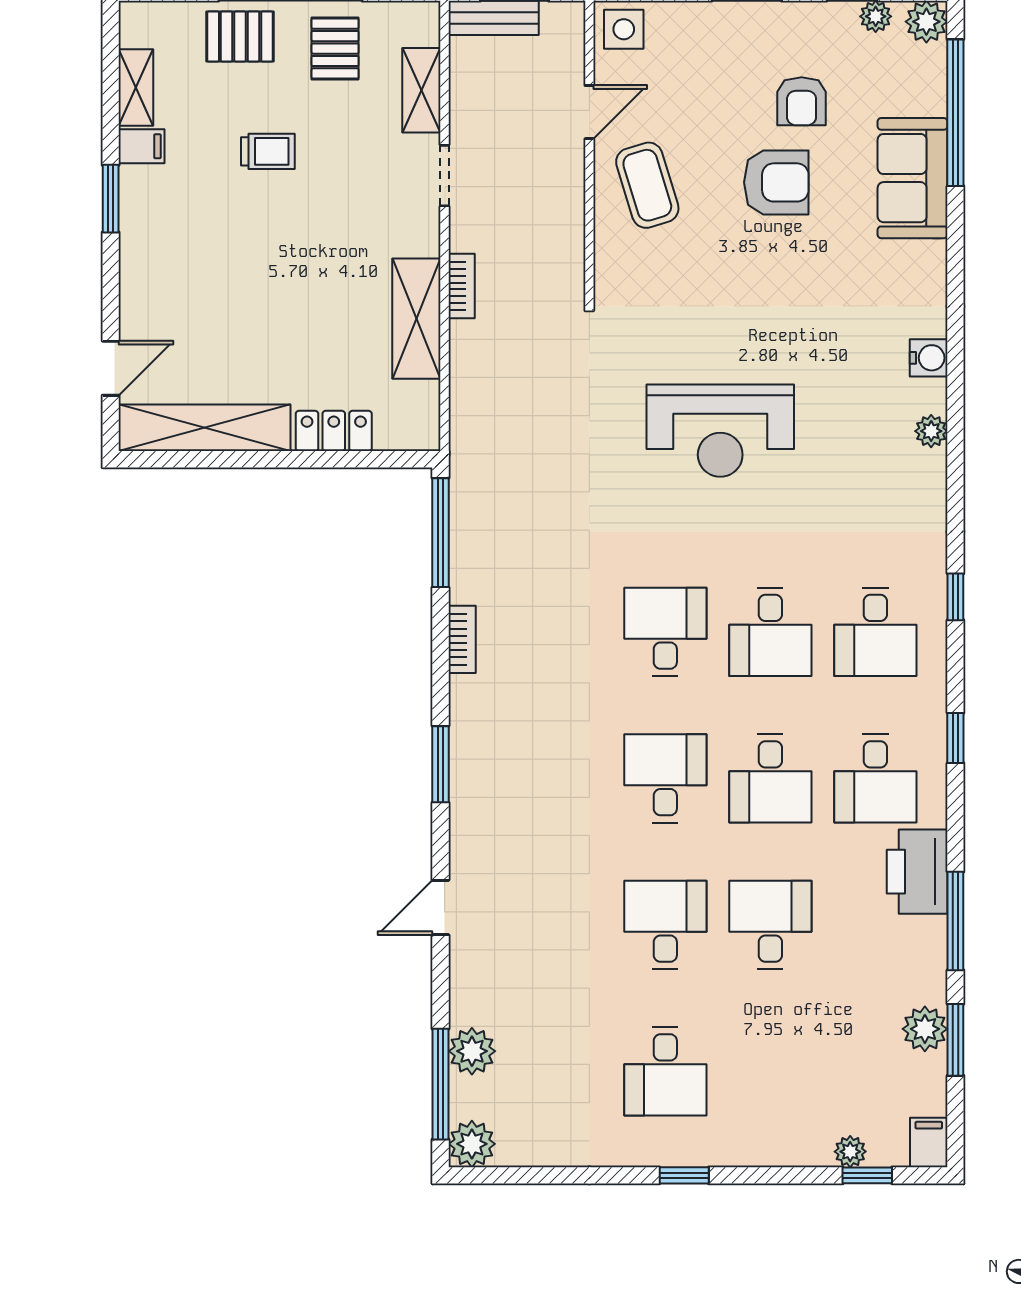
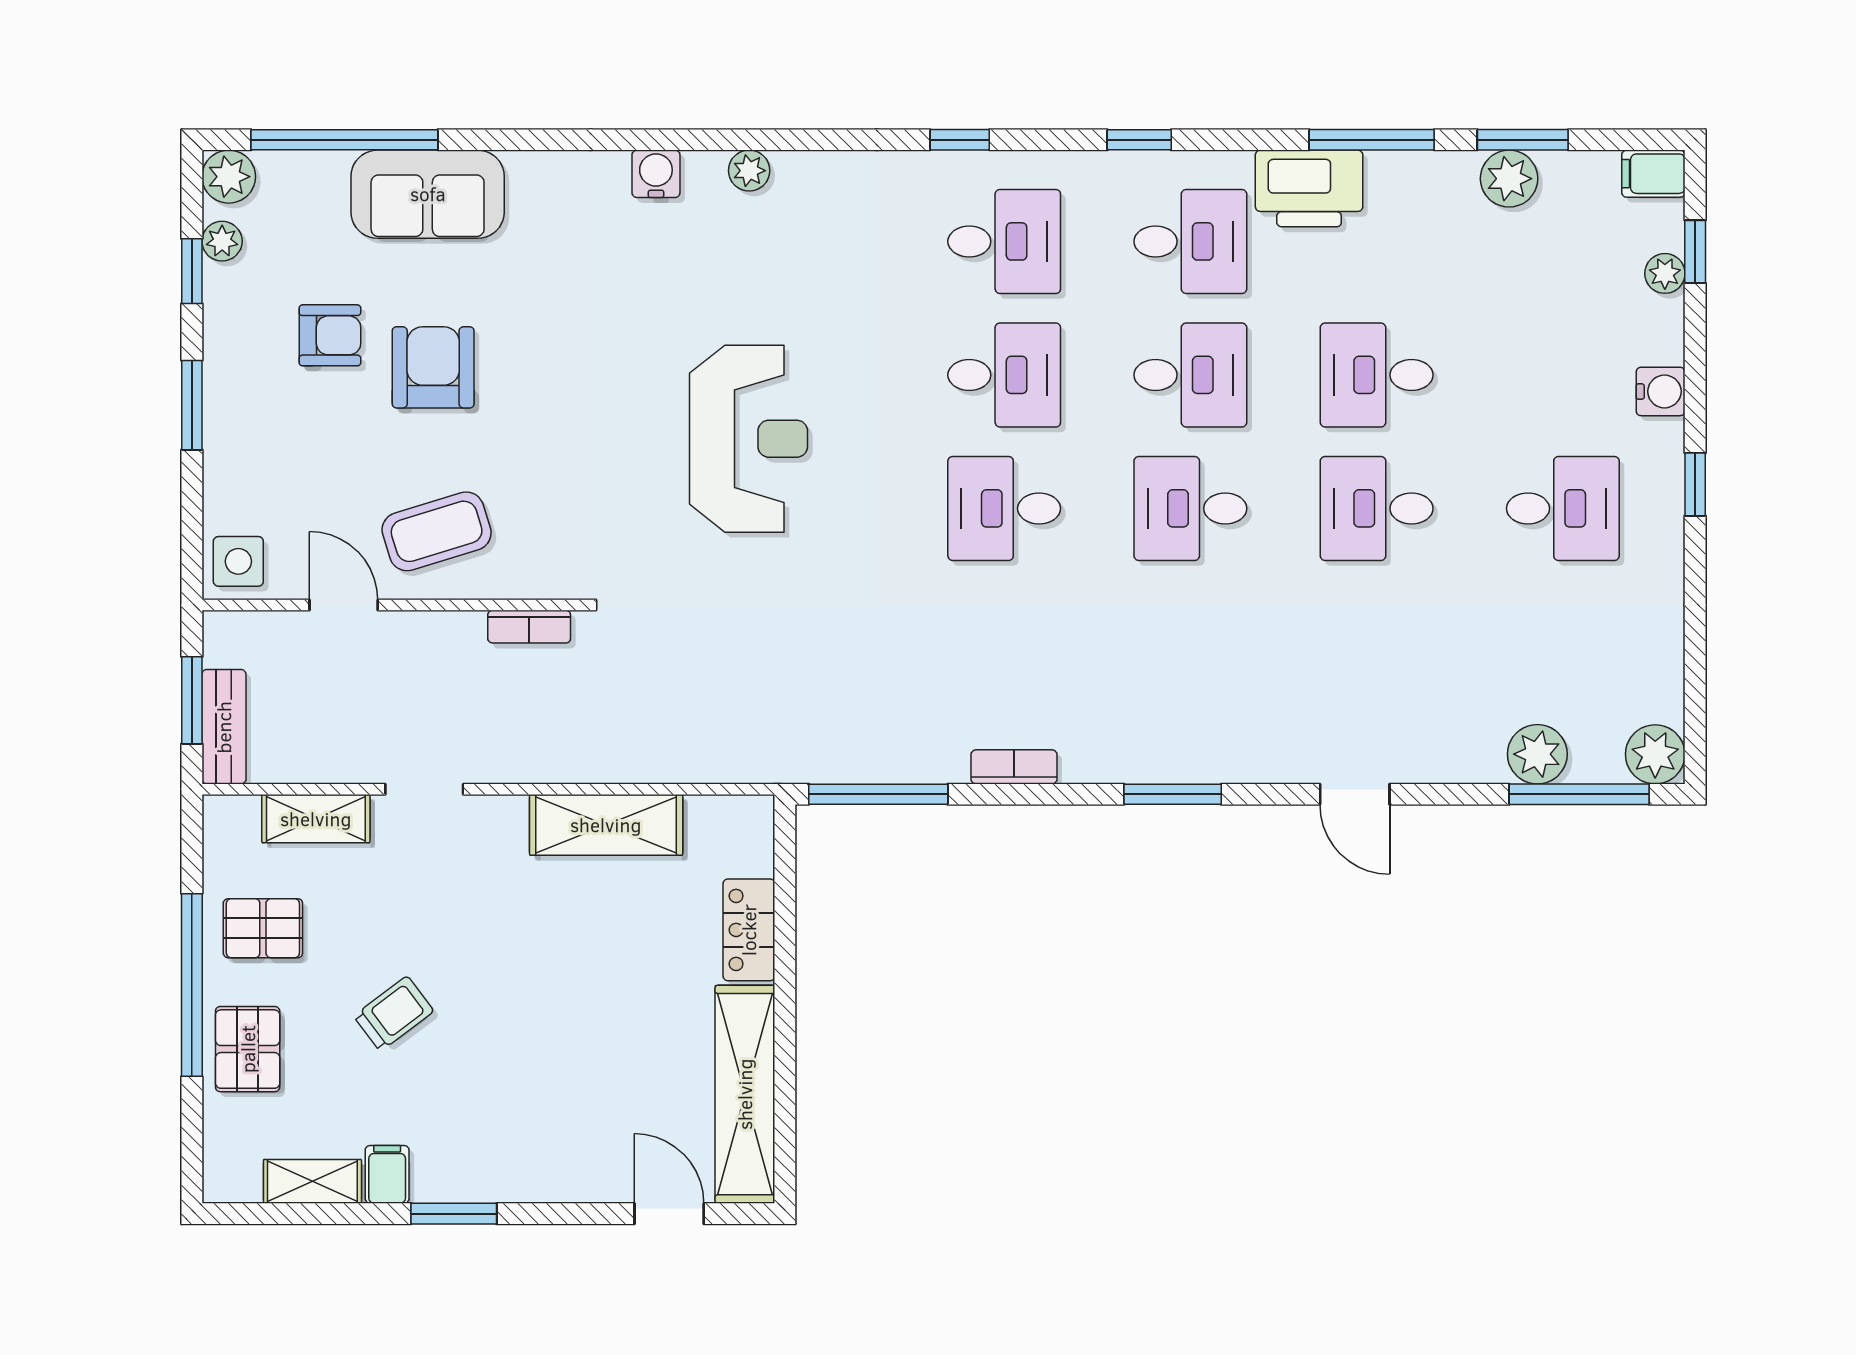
trolley: (268, 151) -> (394, 1014), turned 53
bookcase: (462, 286) -> (529, 627), moved, turned 180
water cooler: (757, 1148) -> (1661, 391), added

